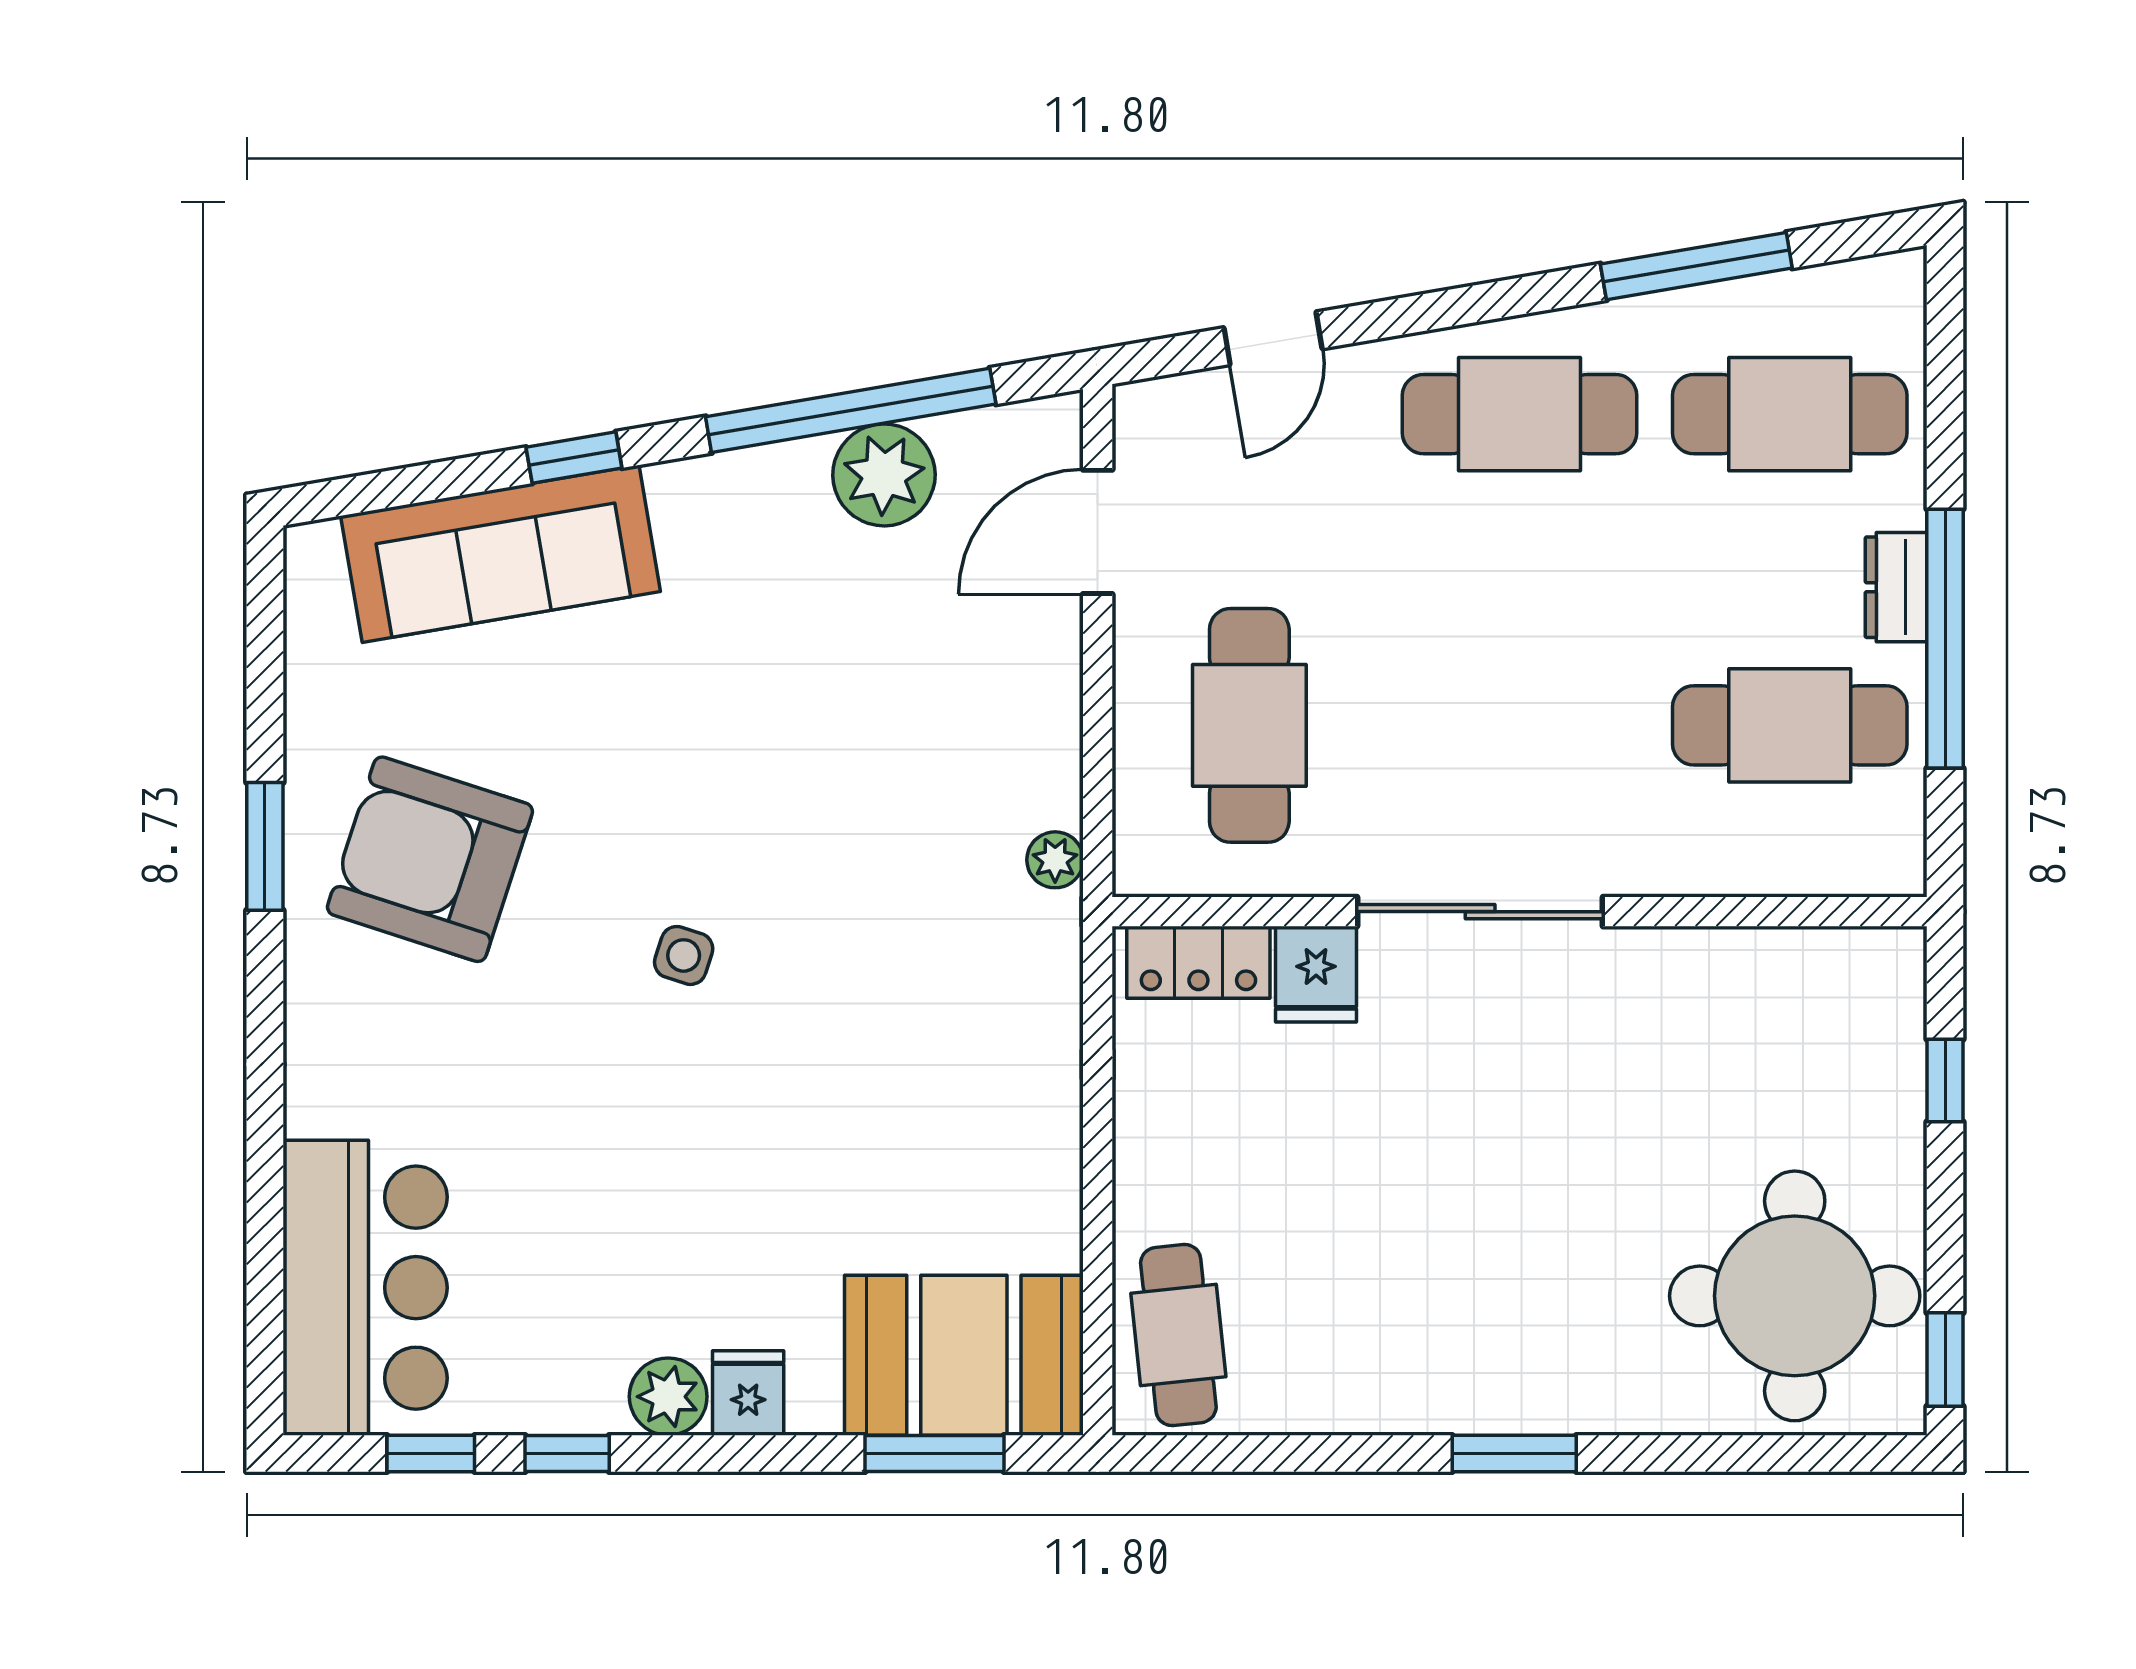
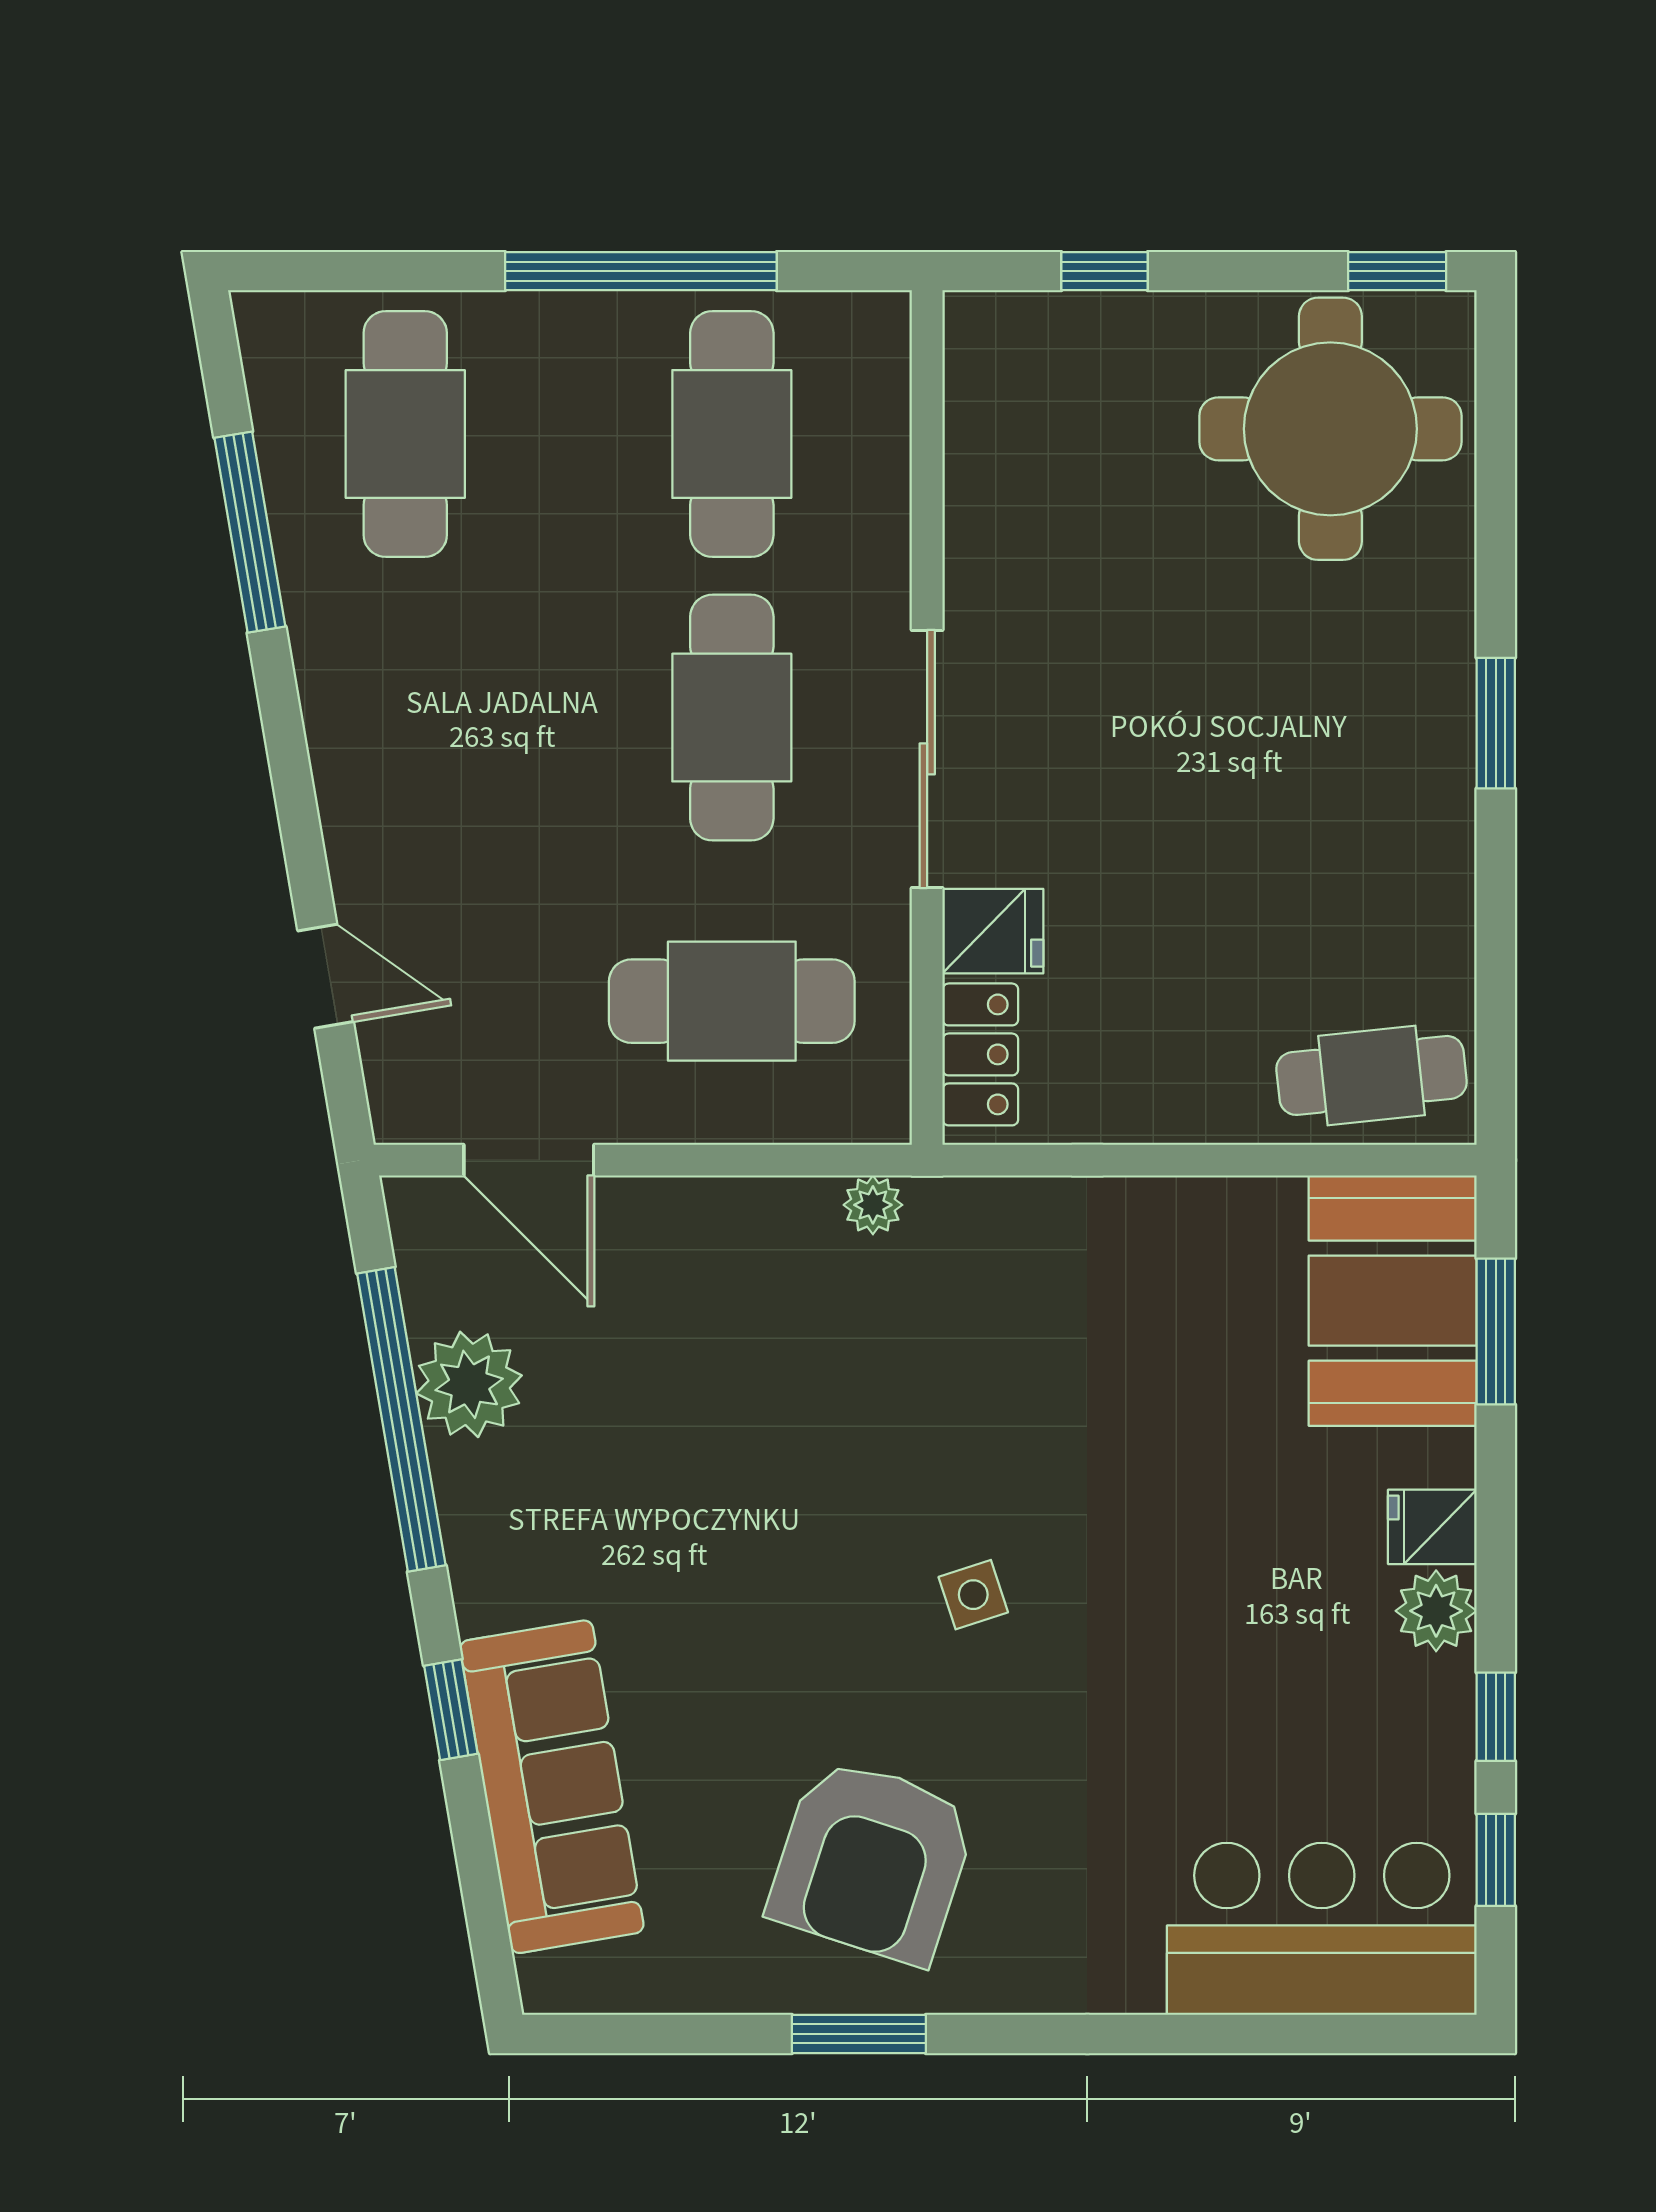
cafe table: (1520, 414) -> (732, 718), moved
dresser: (1896, 587) -> (587, 322), removed
side table: (684, 955) -> (973, 1595), turned -36

